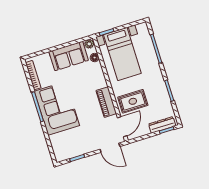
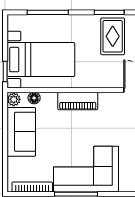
rug: (133, 101) -> (113, 36), moved
piano: (106, 102) -> (78, 101), moved

